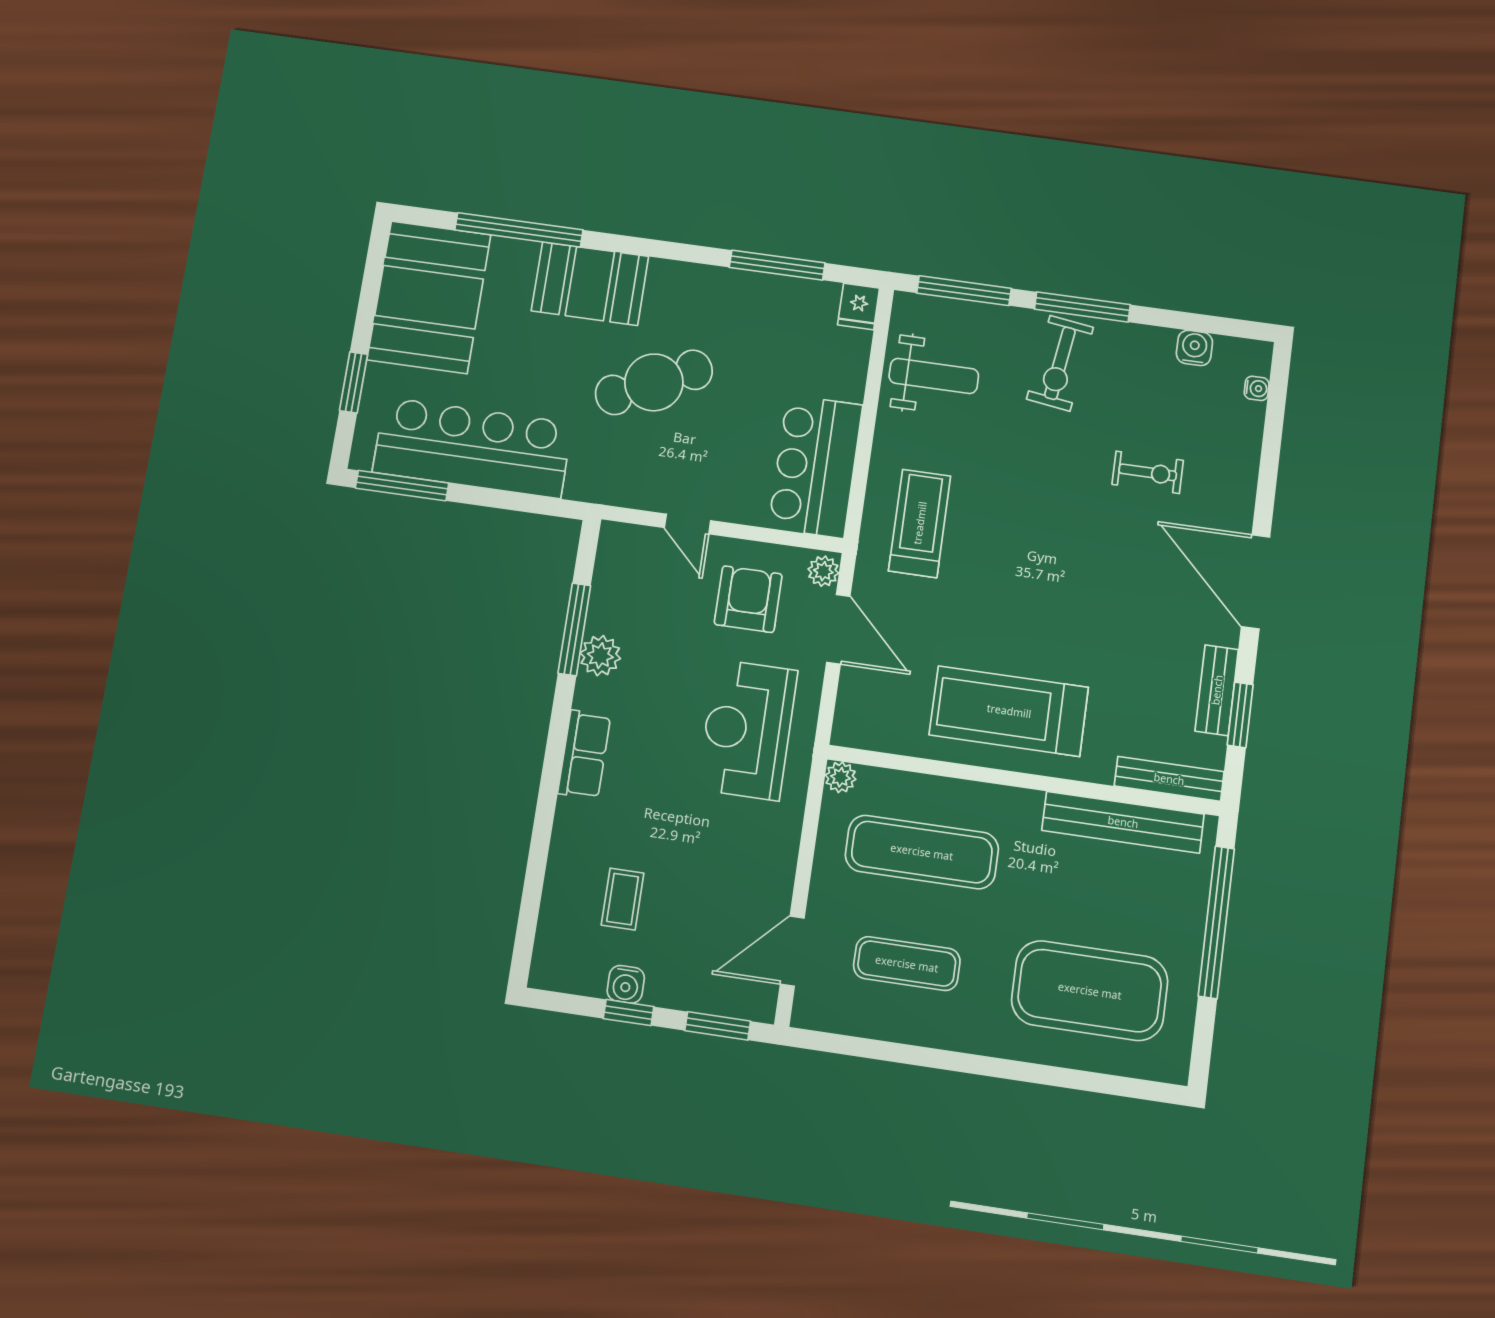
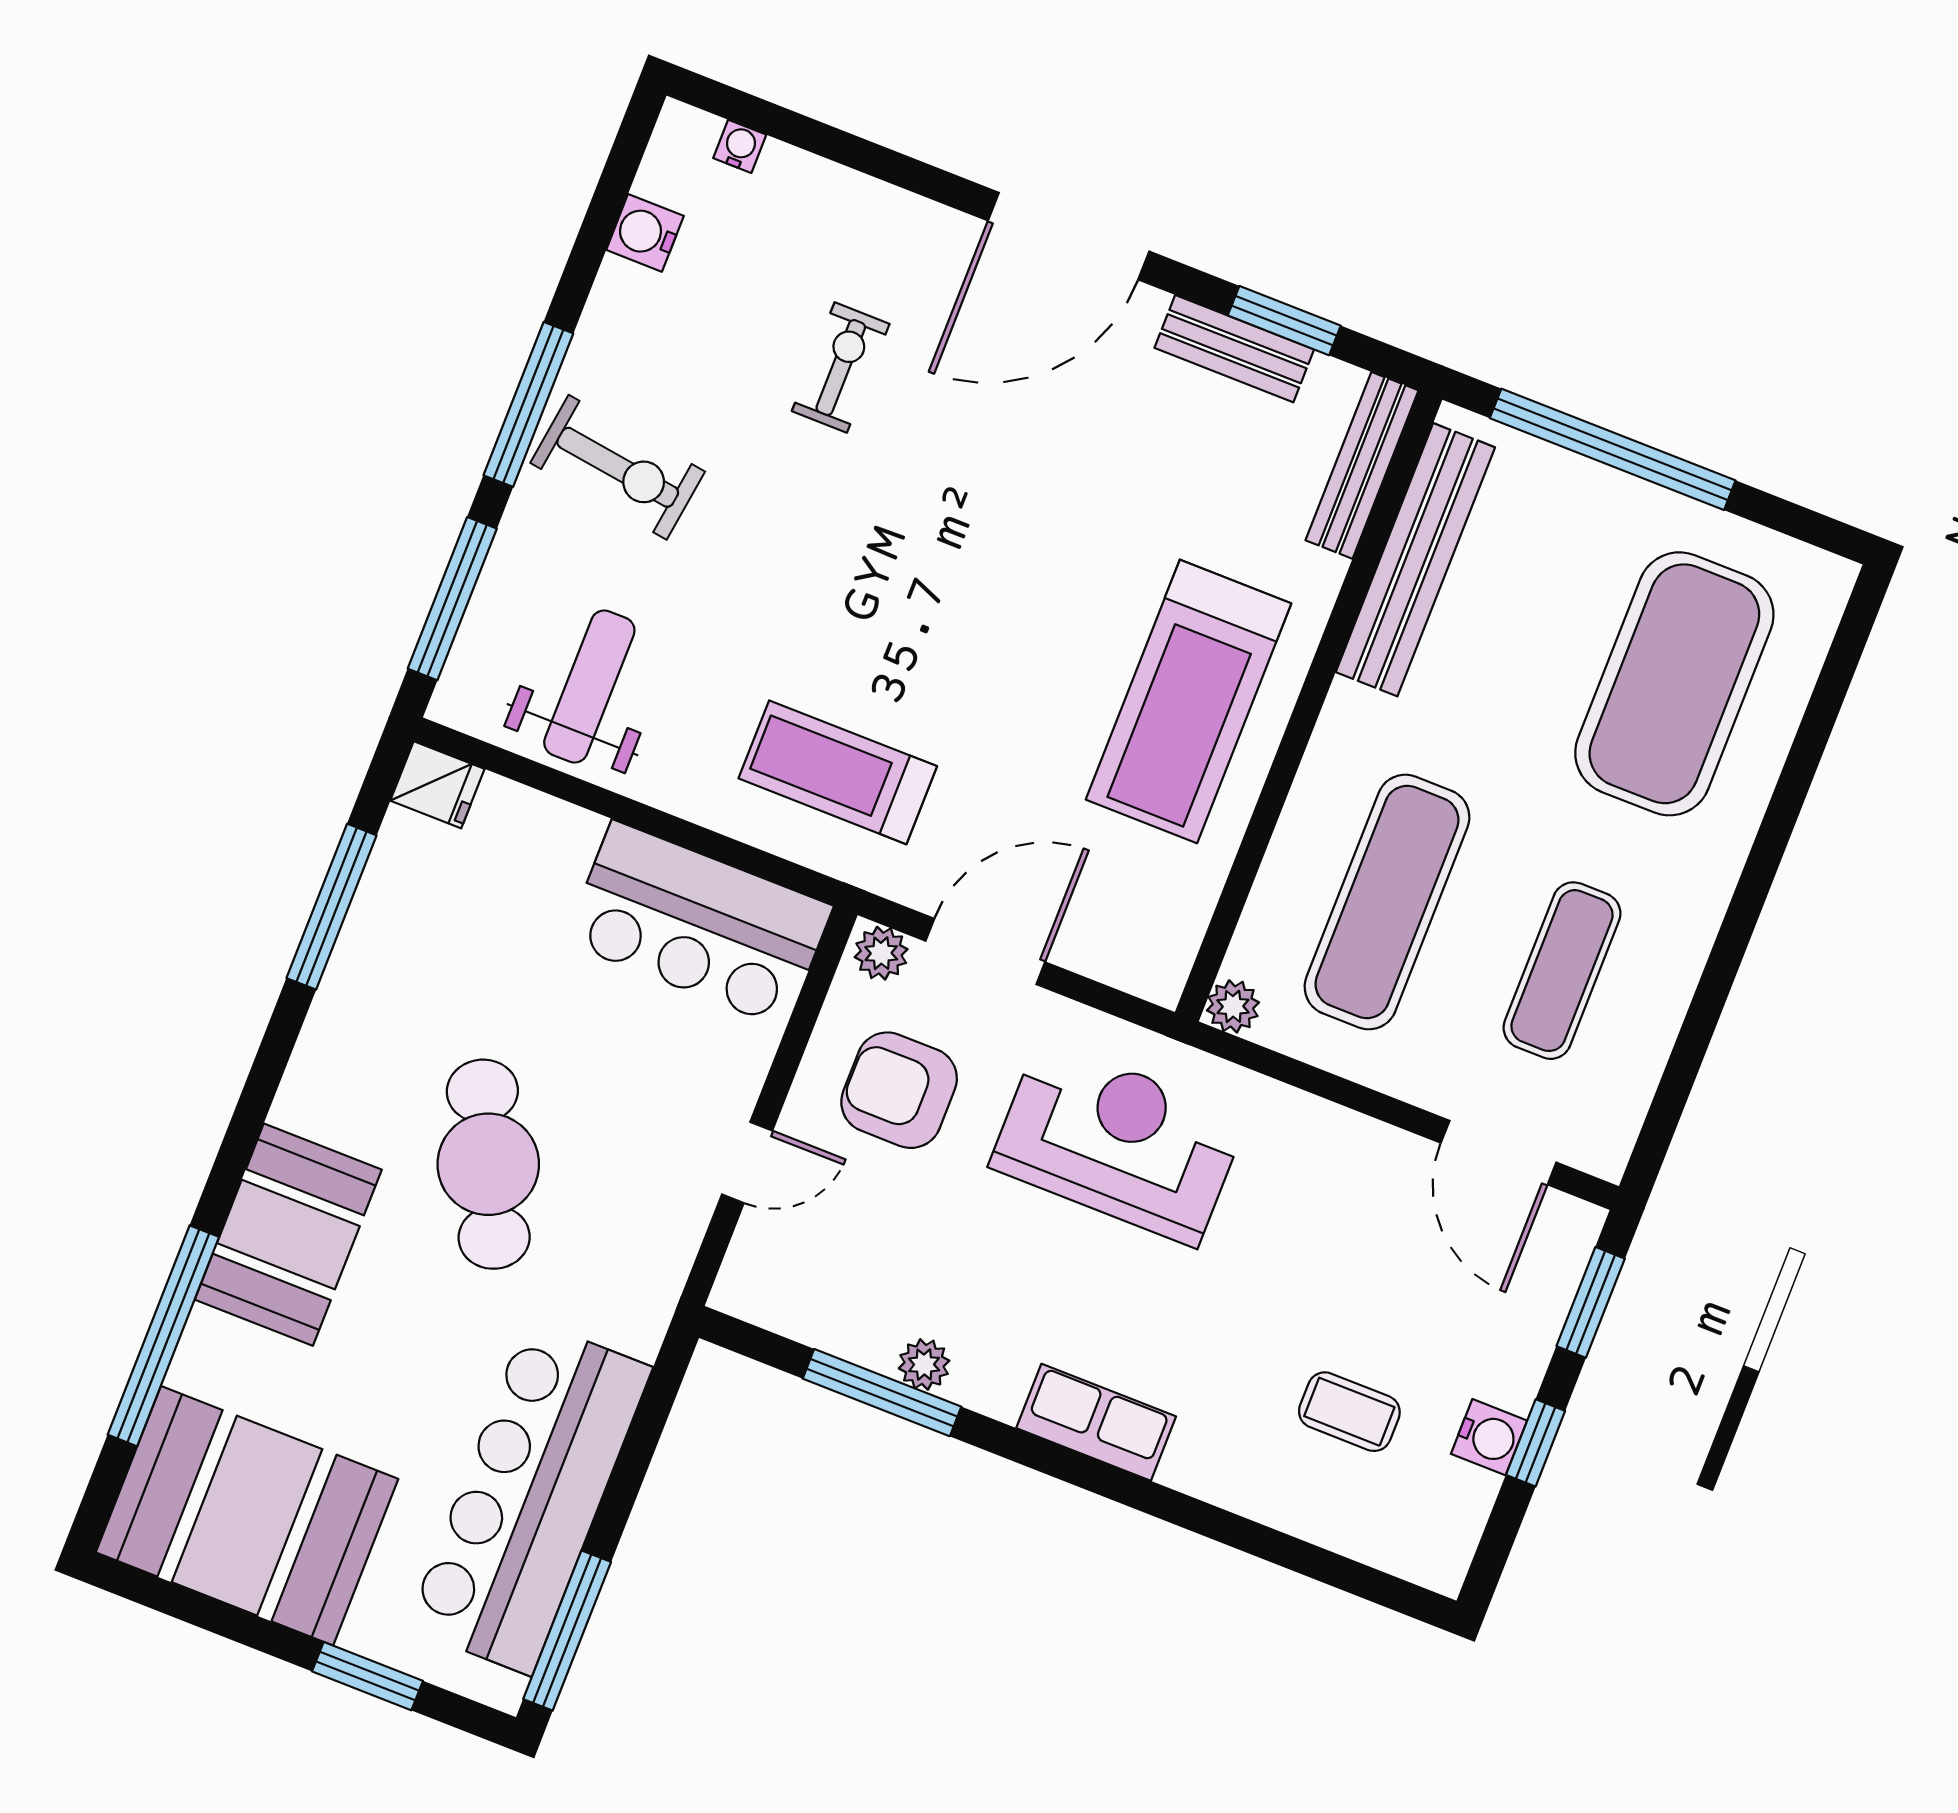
plant: (600, 656) -> (924, 1364), width x0.73, depth x0.73
reception desk: (747, 730) -> (1118, 1142), turned 180

